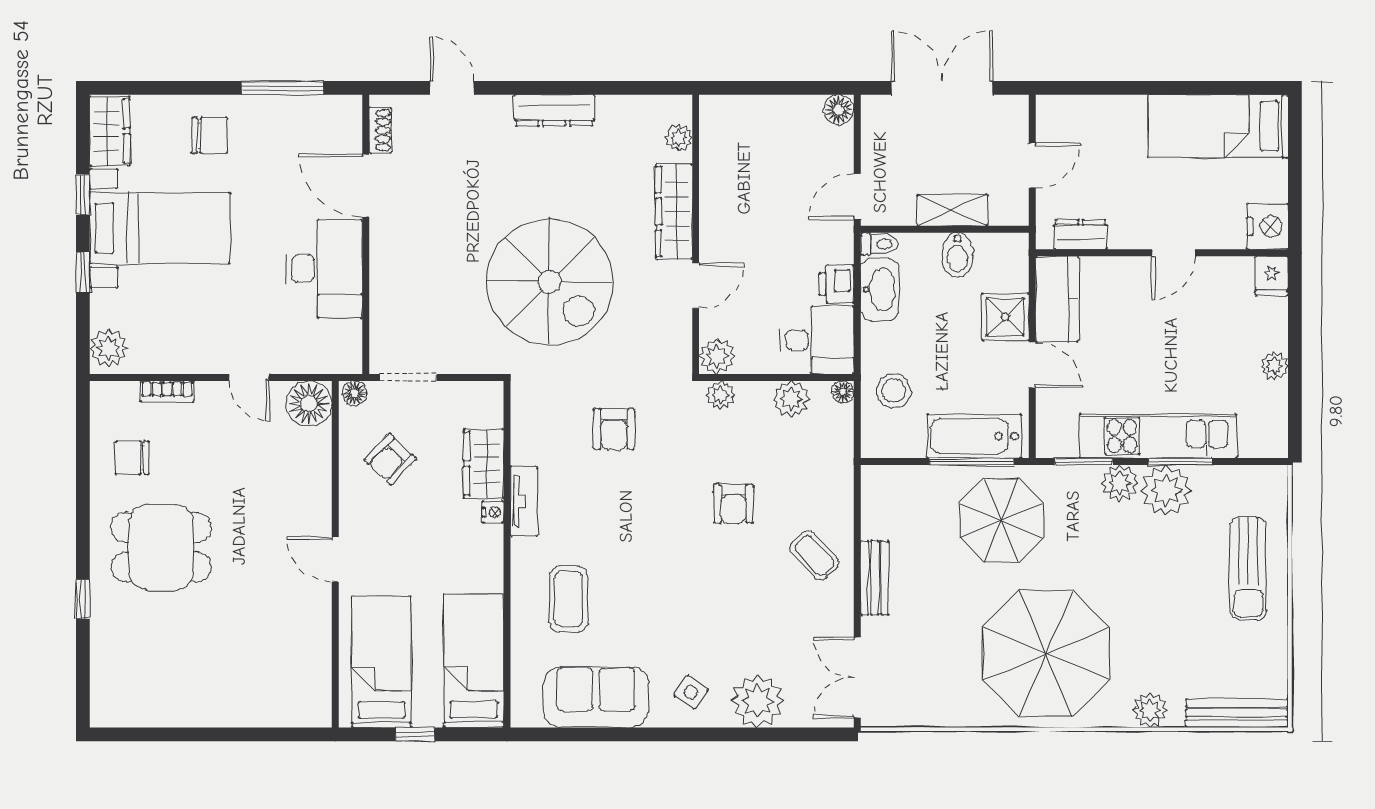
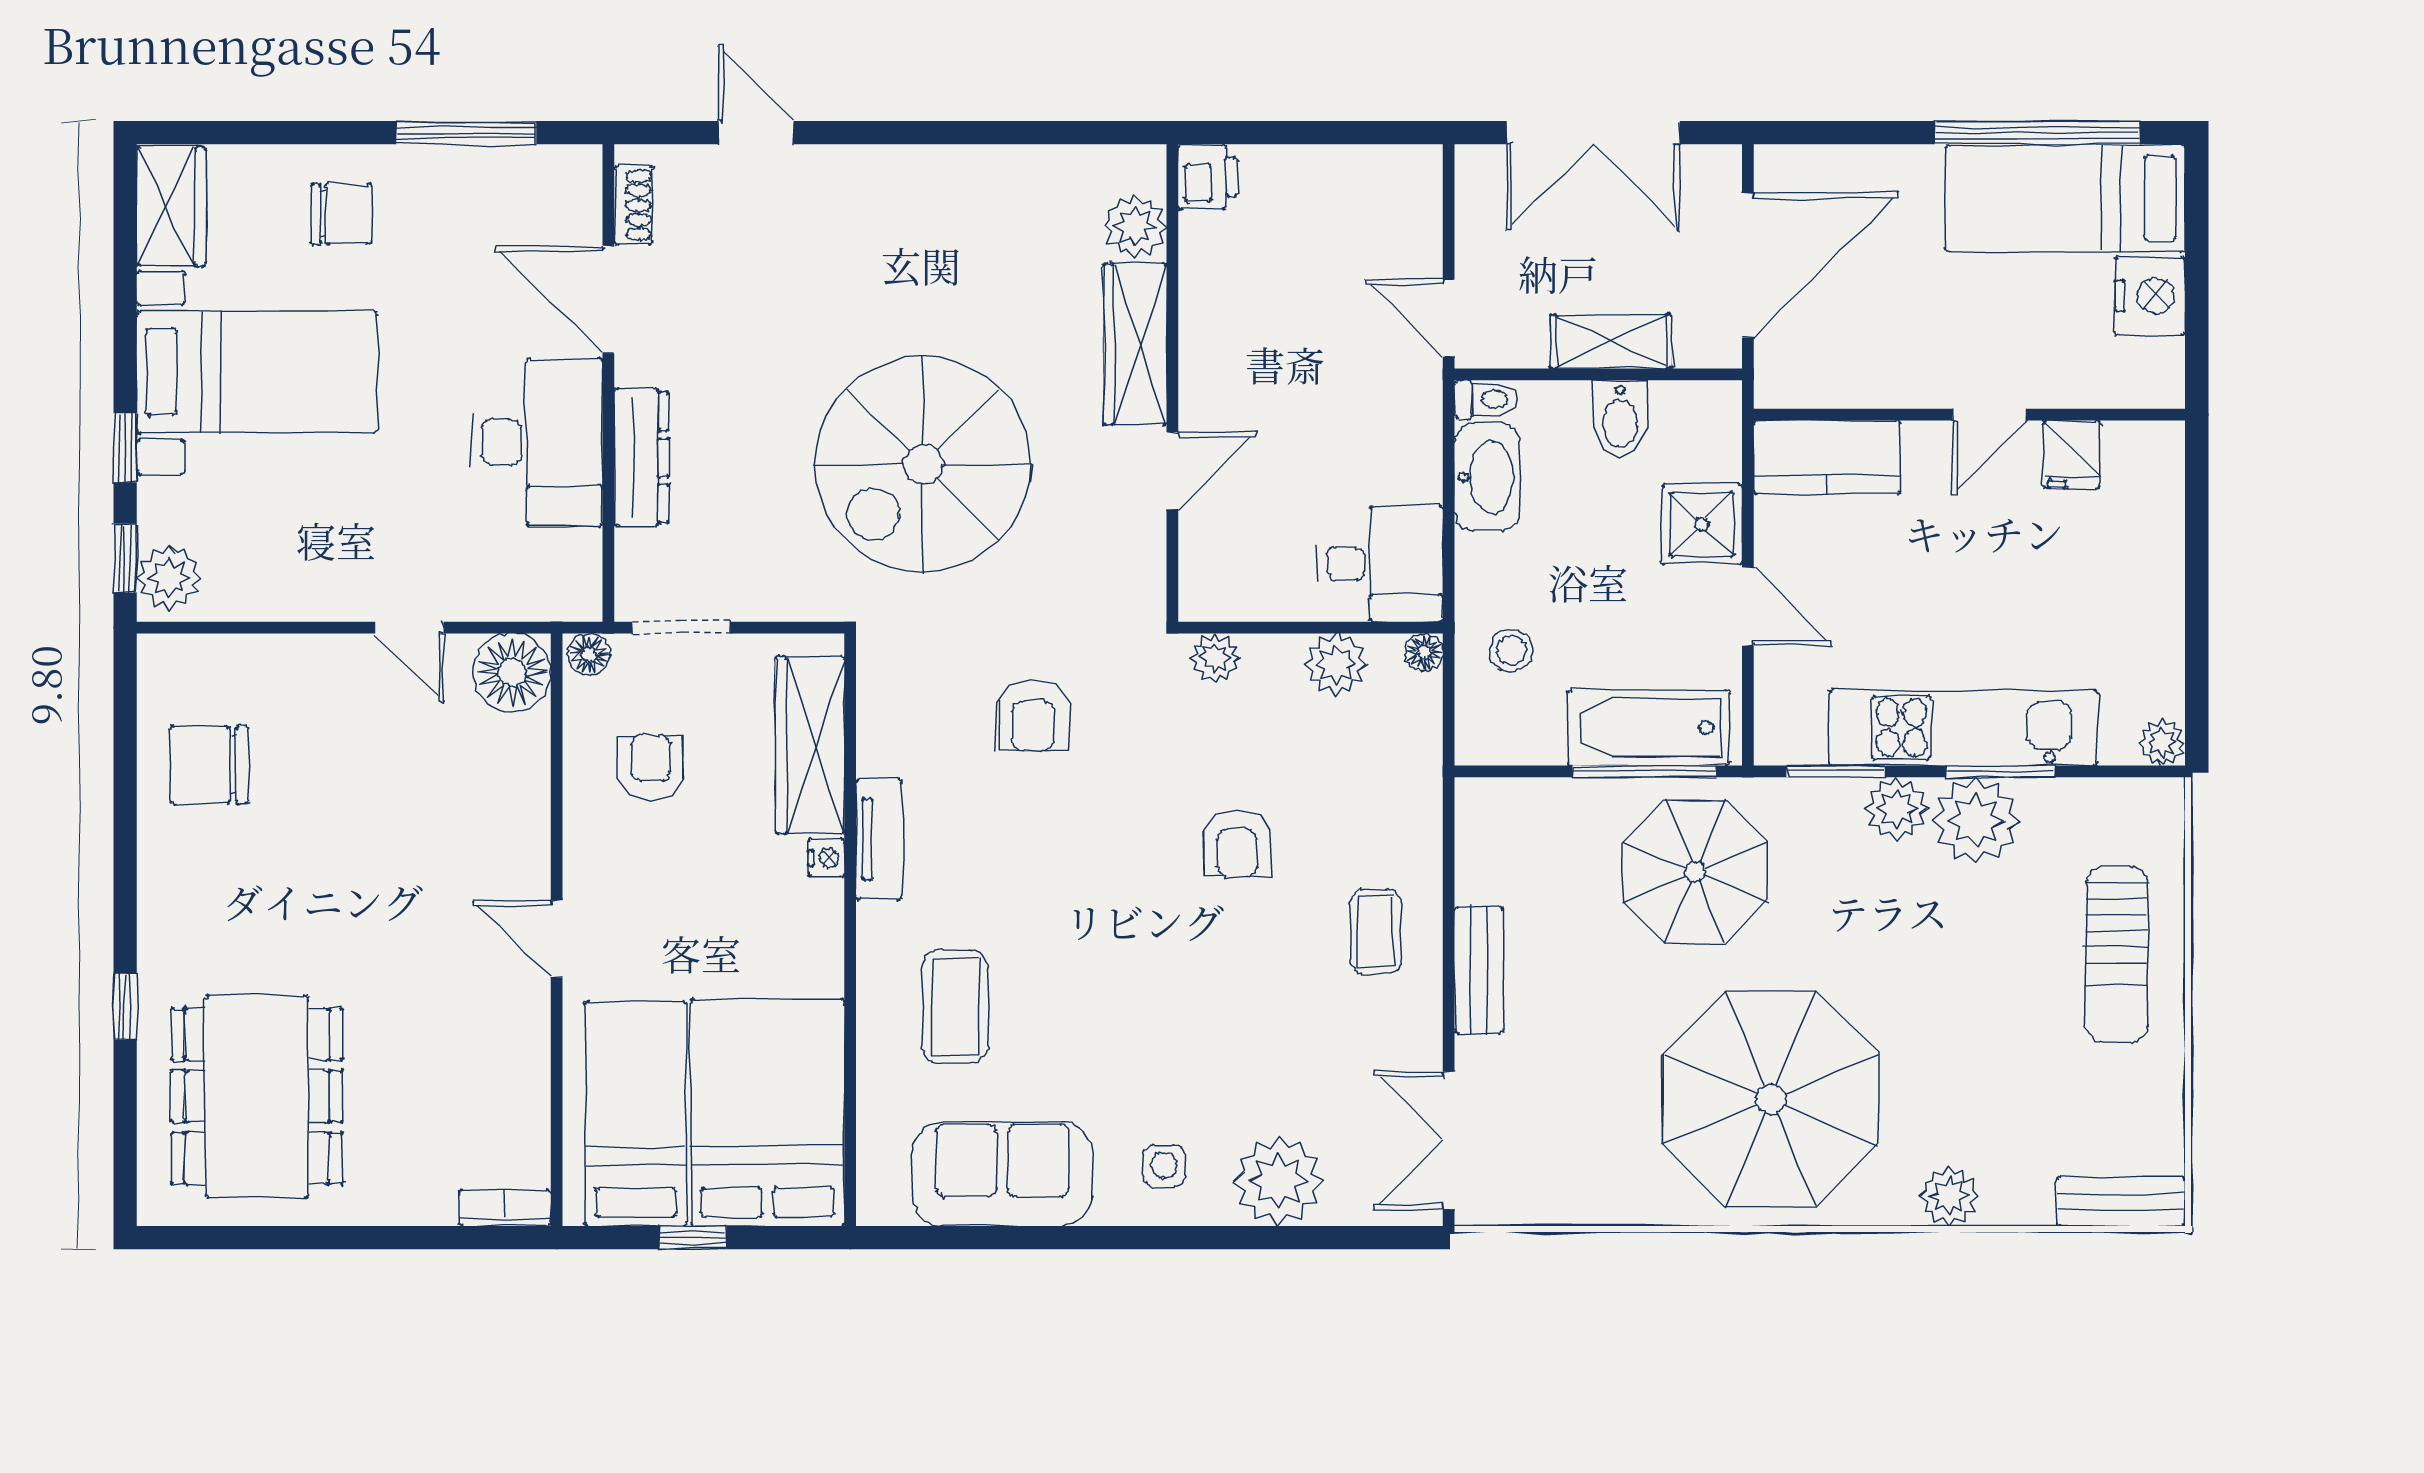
double door: (942, 88) -> (1593, 133), swing flipped
window: (1202, 88) -> (2037, 133), added
dresser: (554, 110) -> (641, 457), moved, turned -90
floor lamp: (839, 110) -> (1417, 170), removed
plant: (679, 138) -> (1135, 226), width x1.38, depth x1.38
door: (1032, 165) -> (1748, 265), width x1.88
window: (83, 195) -> (125, 558), moved
door: (857, 196) -> (1449, 318), hinge flipped
nightstand: (1268, 227) -> (2150, 296), moved
dresser: (1081, 234) -> (1830, 383), removed
fridge: (1272, 276) -> (2072, 454), moved
spiral stairs: (550, 282) -> (923, 464), turned 90
printer: (837, 284) -> (1208, 177), moved, turned 180
kitchen counter: (1057, 299) -> (1827, 457), moved, turned 90
plant: (717, 356) -> (1209, 591), removed
plant: (1275, 366) -> (2162, 742), moved
stool: (894, 391) -> (1511, 650), width x0.73, depth x0.73
bookcase: (167, 392) -> (505, 1208), moved, turned 180
chair: (132, 458) -> (210, 765), width x1.37, depth x1.37
armchair: (390, 459) -> (651, 767), turned 137
wardrobe: (484, 464) -> (810, 745), width x1.50
dining table: (161, 547) -> (257, 1096), moved, width x1.38
coffee table: (814, 555) -> (1375, 932), turned 43
bed: (474, 661) -> (768, 1112), width x1.50
side table: (691, 692) -> (1164, 1166), turned -35
bench: (1237, 713) -> (2121, 1202), width x0.73

